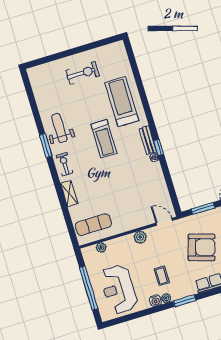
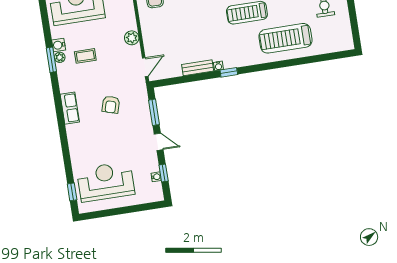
treadmill: (122, 102) -> (285, 38), turned 180
bench: (148, 140) -> (198, 68), moved
armchair: (202, 247) -> (111, 105), width x0.53, depth x0.53
window: (185, 301) -> (51, 60), moved

